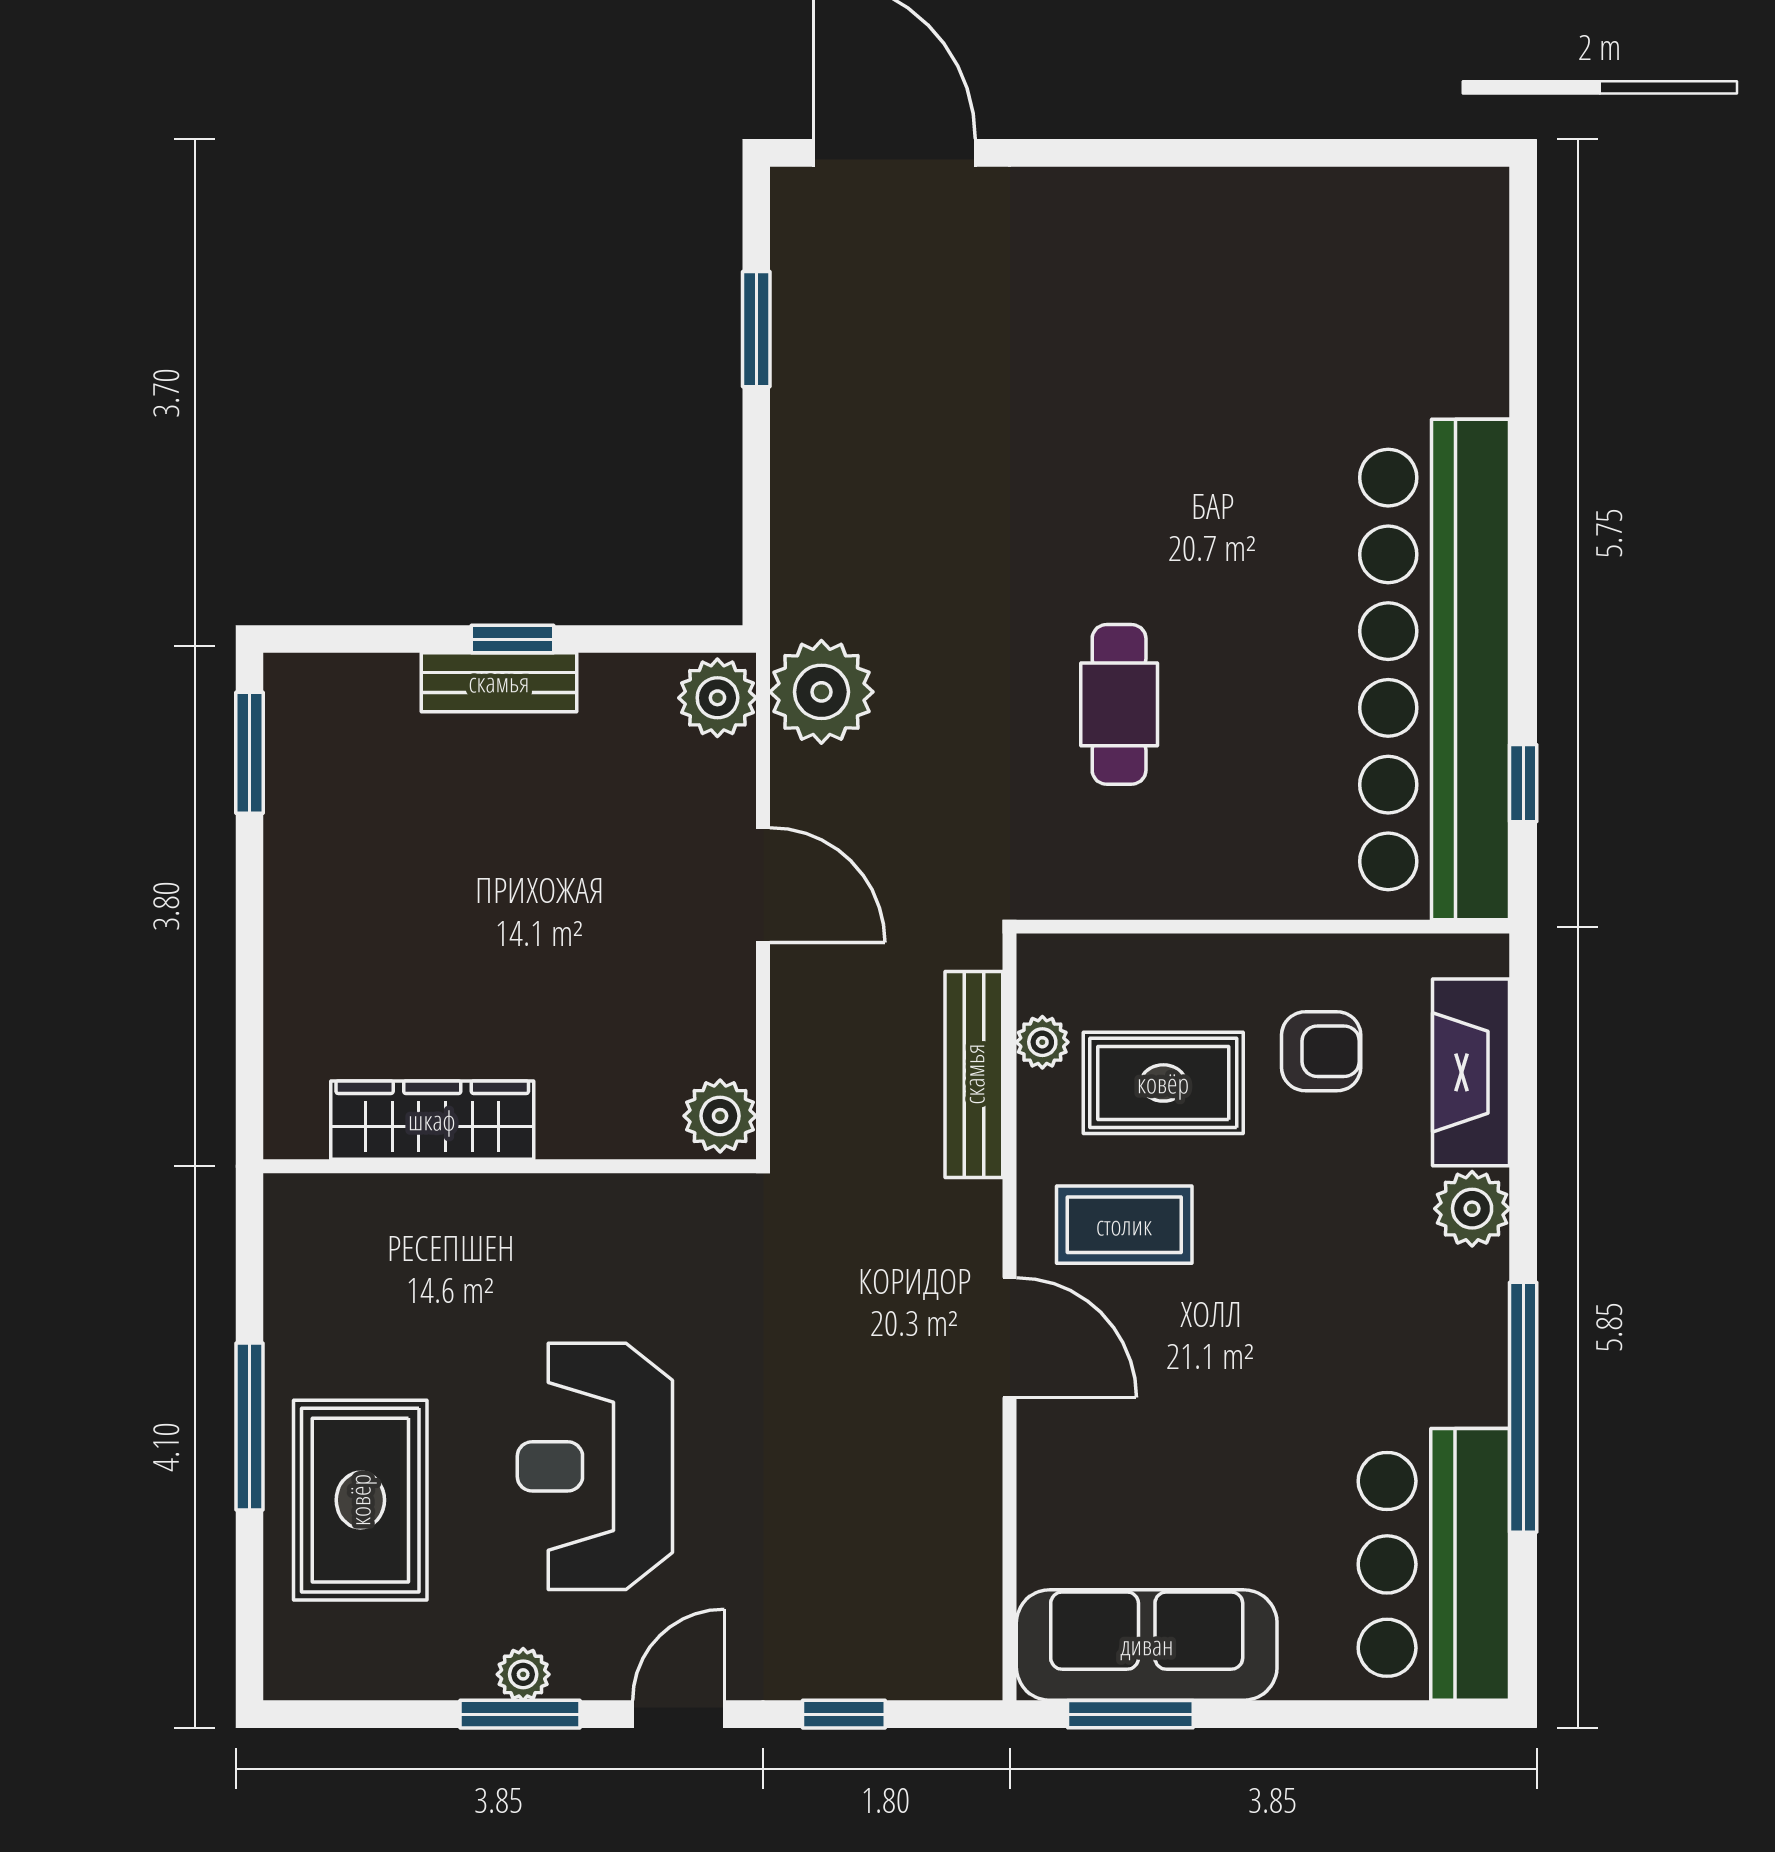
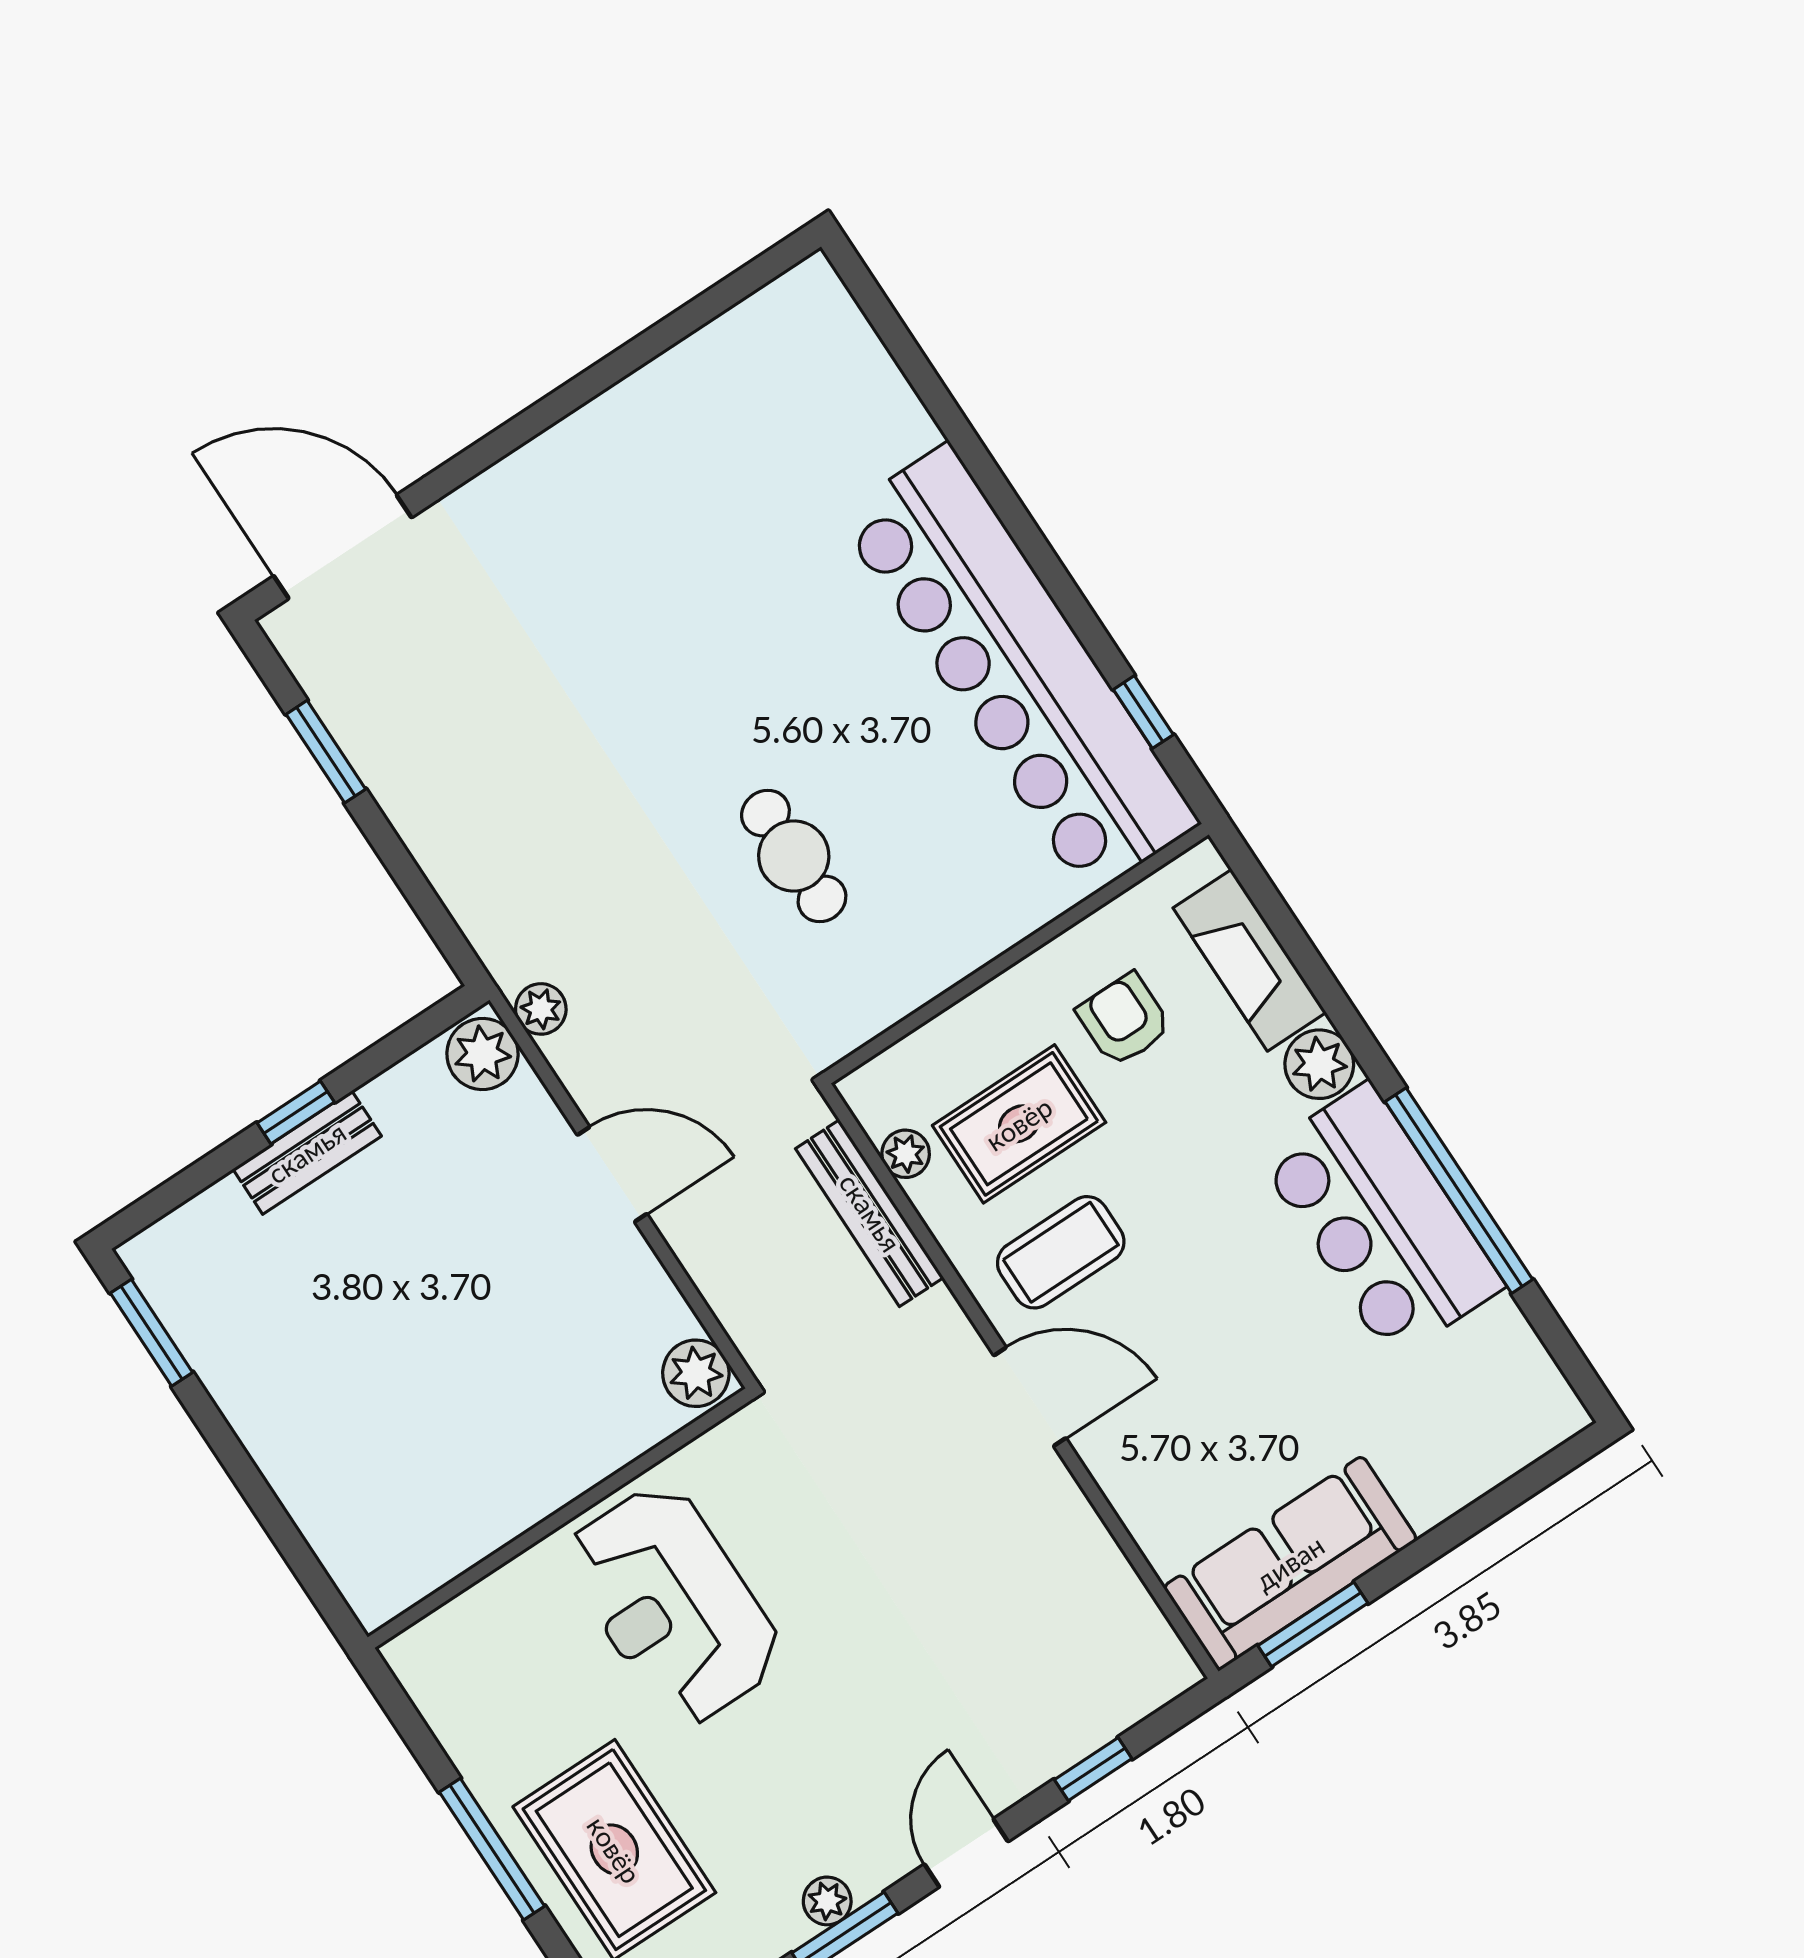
plant: (821, 692) -> (541, 1009), width x0.53, depth x0.53
armchair: (1321, 1051) -> (1124, 1020), turned -90
wardrobe: (432, 1120) -> (477, 1522), removed
reception desk: (595, 1466) -> (673, 1605), moved
bar counter: (1434, 1564) -> (1380, 1221), moved

